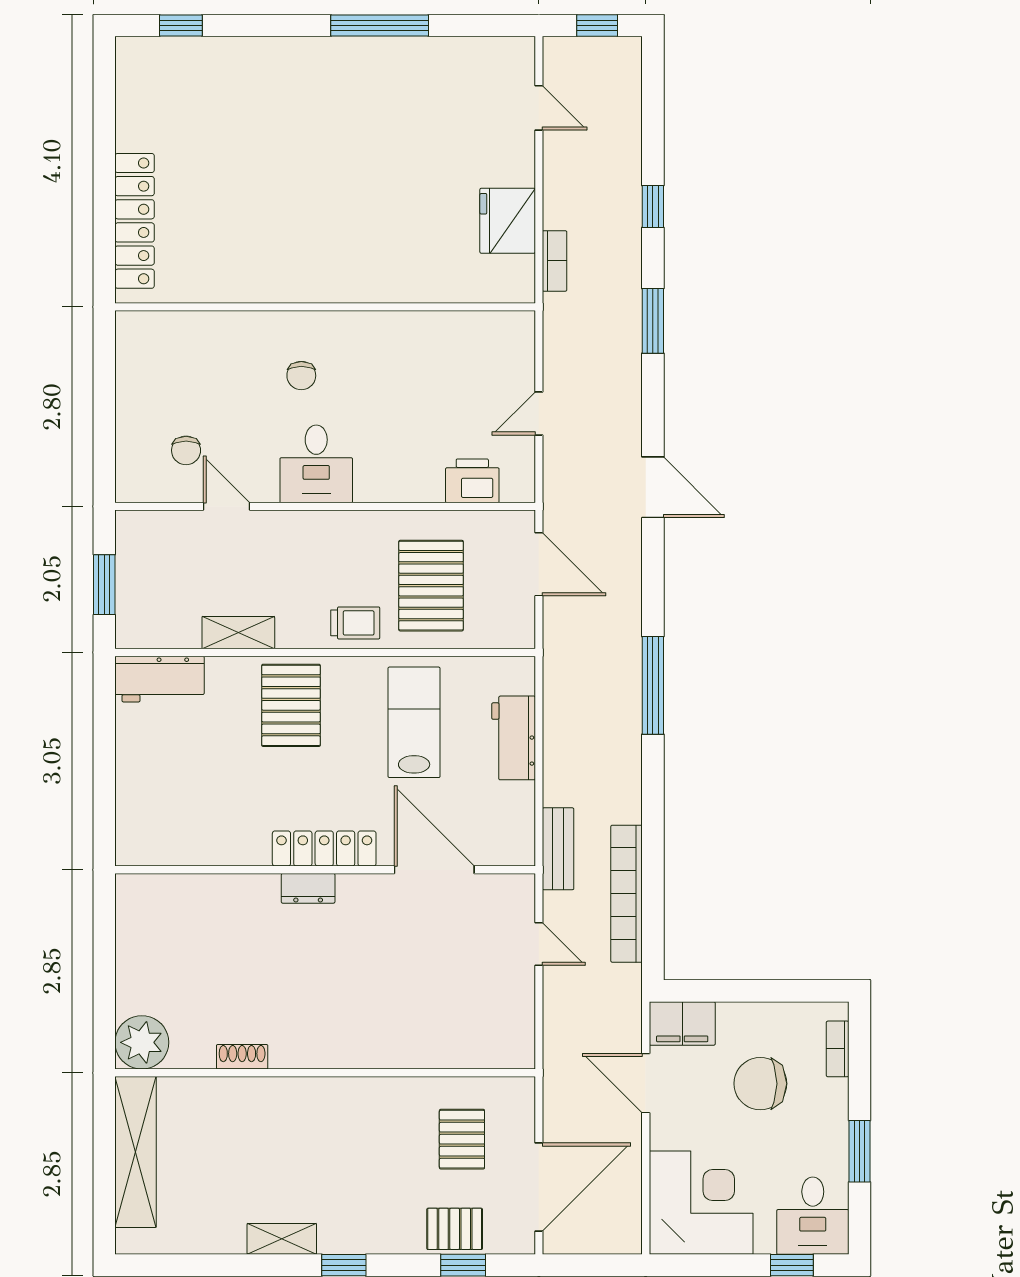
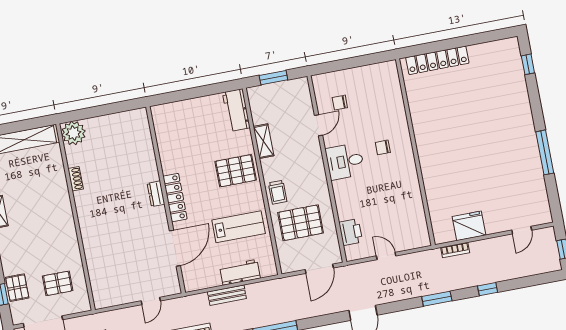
bench: (558, 849) -> (227, 295), moved

